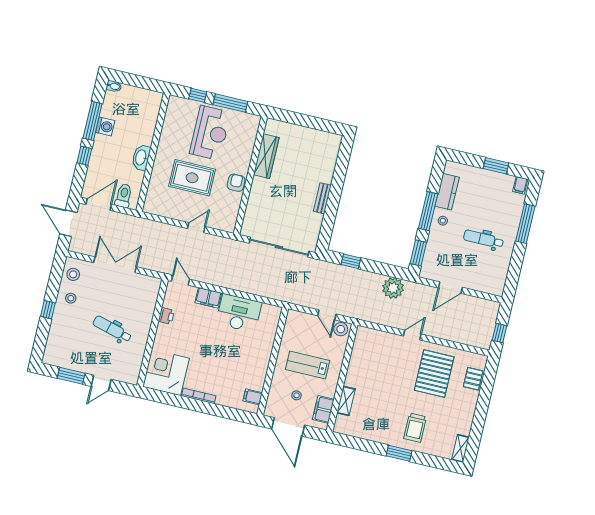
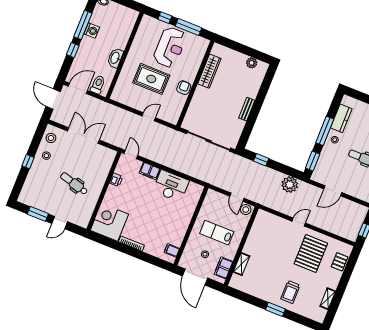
plant: (320, 137) -> (252, 63), added
shelving: (460, 448) -> (328, 299), moved

